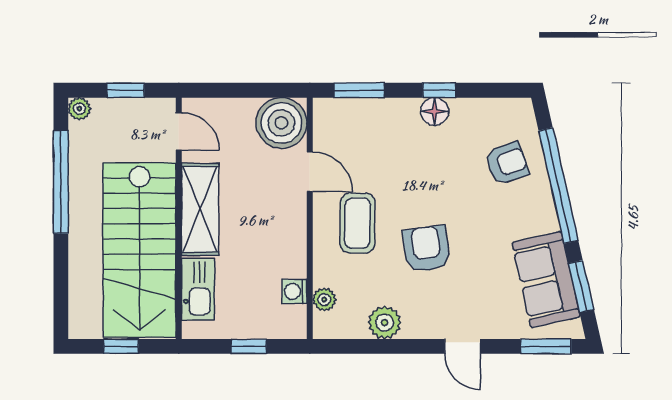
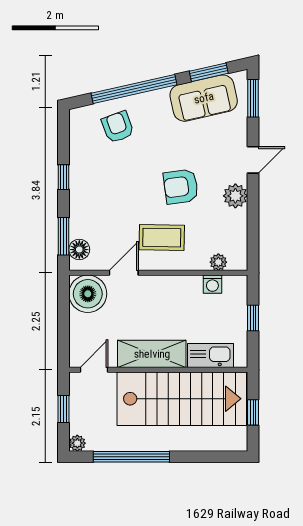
floor lamp: (435, 111) -> (79, 250), moved
plant: (385, 323) -> (235, 196), moved

